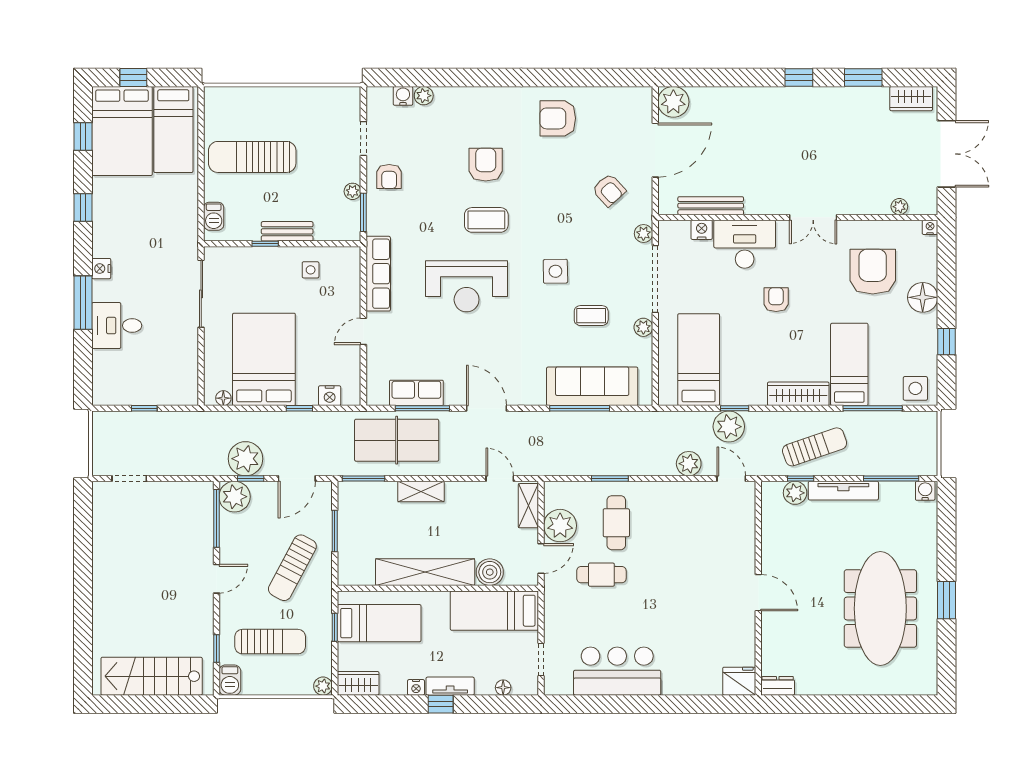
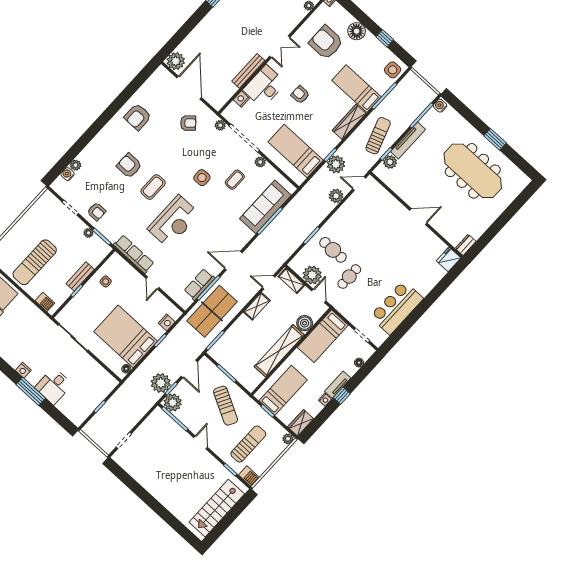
bench: (711, 206) -> (248, 71), moved
shelving: (421, 492) -> (257, 306), moved

